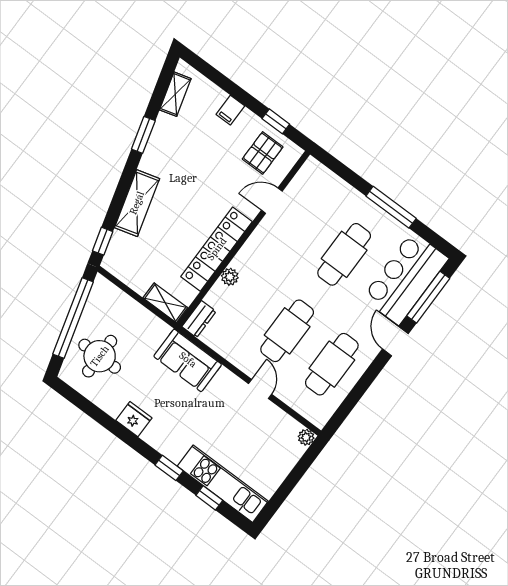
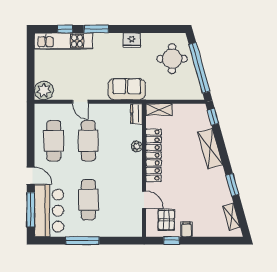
filing cabinet: (230, 110) -> (186, 229), moved
door: (272, 201) -> (144, 200), hinge flipped
plant: (306, 437) -> (44, 91), width x1.87, depth x1.87
window: (169, 468) -> (96, 29), width x1.50

